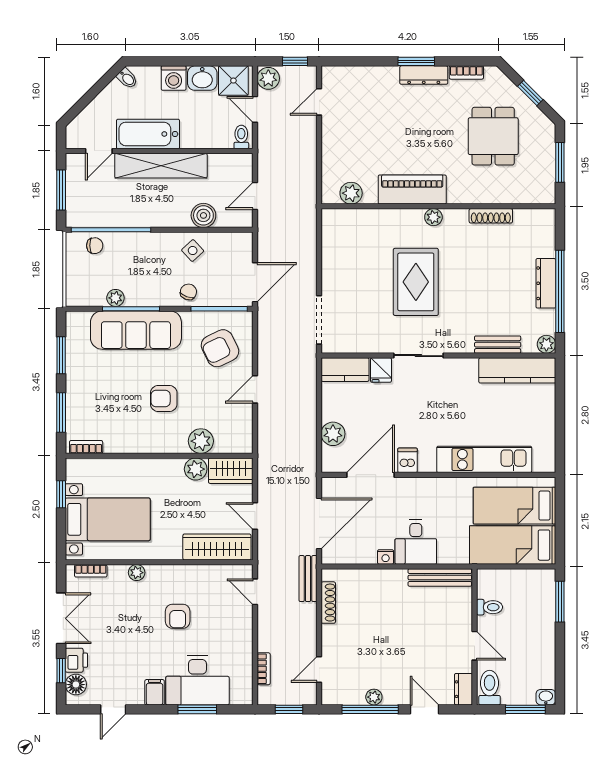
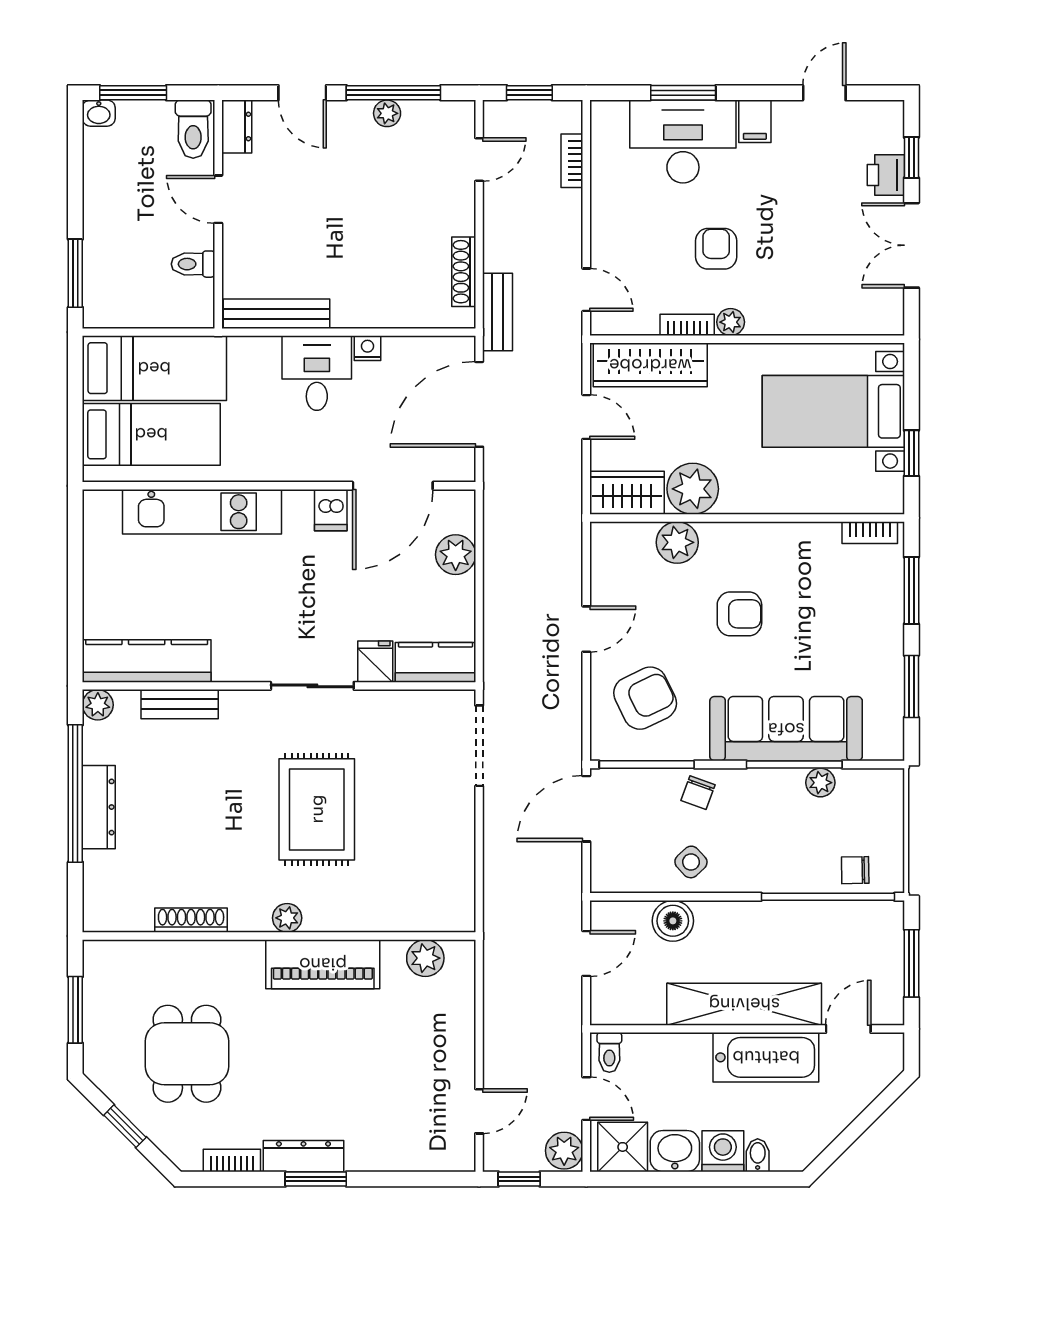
bidet: (127, 78) -> (758, 1155), moved, turned 45
plant: (196, 469) -> (693, 489), width x1.36, depth x1.36
bookcase: (91, 571) -> (687, 325), moved
plant: (137, 573) -> (731, 322), moved
floor lamp: (76, 685) -> (887, 134), removed

